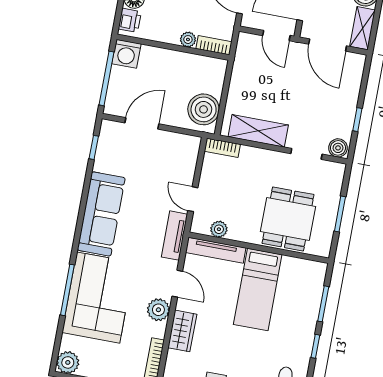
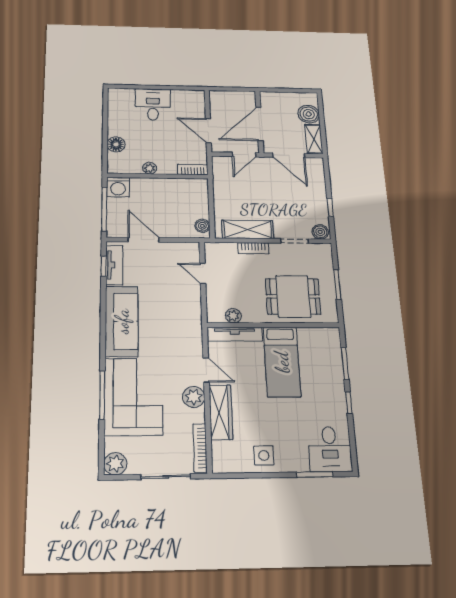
printer: (130, 20) -> (116, 161), removed
door: (276, 35) -> (244, 155), hinge flipped
plant: (188, 40) -> (150, 168), moved
boiler: (204, 109) -> (202, 226), width x0.54, depth x0.54
door: (142, 123) -> (143, 240), hinge flipped
bookcase: (222, 148) -> (253, 248), moved
door: (193, 199) -> (203, 274), moved
dining table: (288, 219) -> (293, 296), turned 90
tv unit: (174, 236) -> (114, 265), moved, turned 180
wardrobe: (182, 331) -> (221, 412), width x1.50

